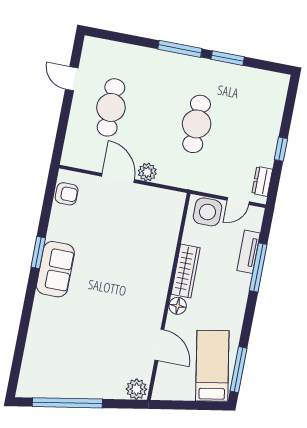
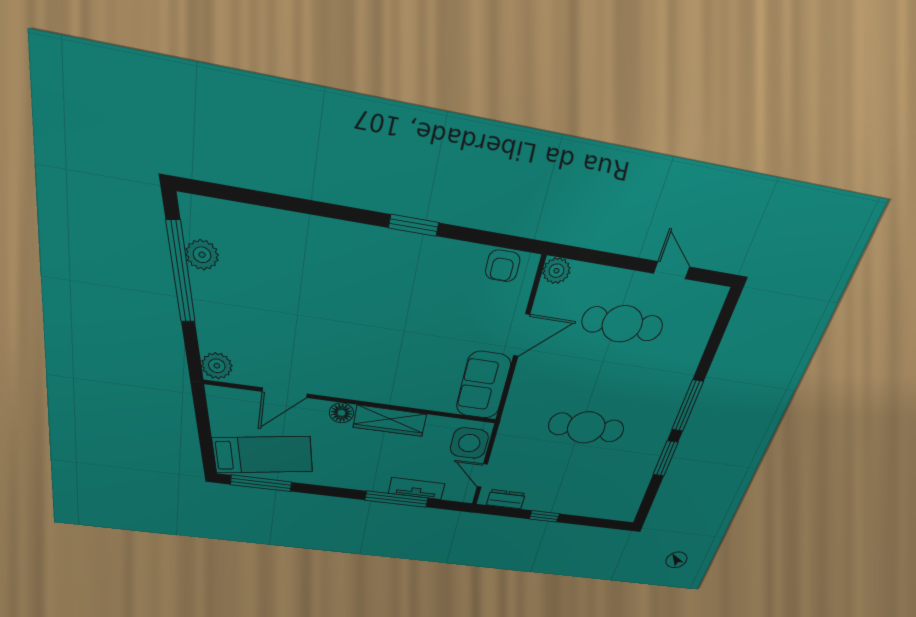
door: (72, 79) -> (672, 270), hinge flipped
plant: (147, 172) -> (556, 271), moved
sofa: (55, 269) -> (483, 385), moved, turned 90
plant: (56, 388) -> (202, 255), added

